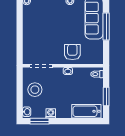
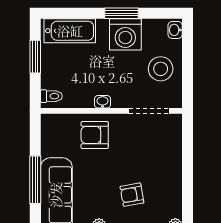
armchair: (51, 18) -> (132, 195), added
armchair: (72, 52) -> (95, 135), turned 90
washing machine: (51, 113) -> (125, 34), width x1.89, depth x1.89
window: (39, 121) -> (121, 13), moved

